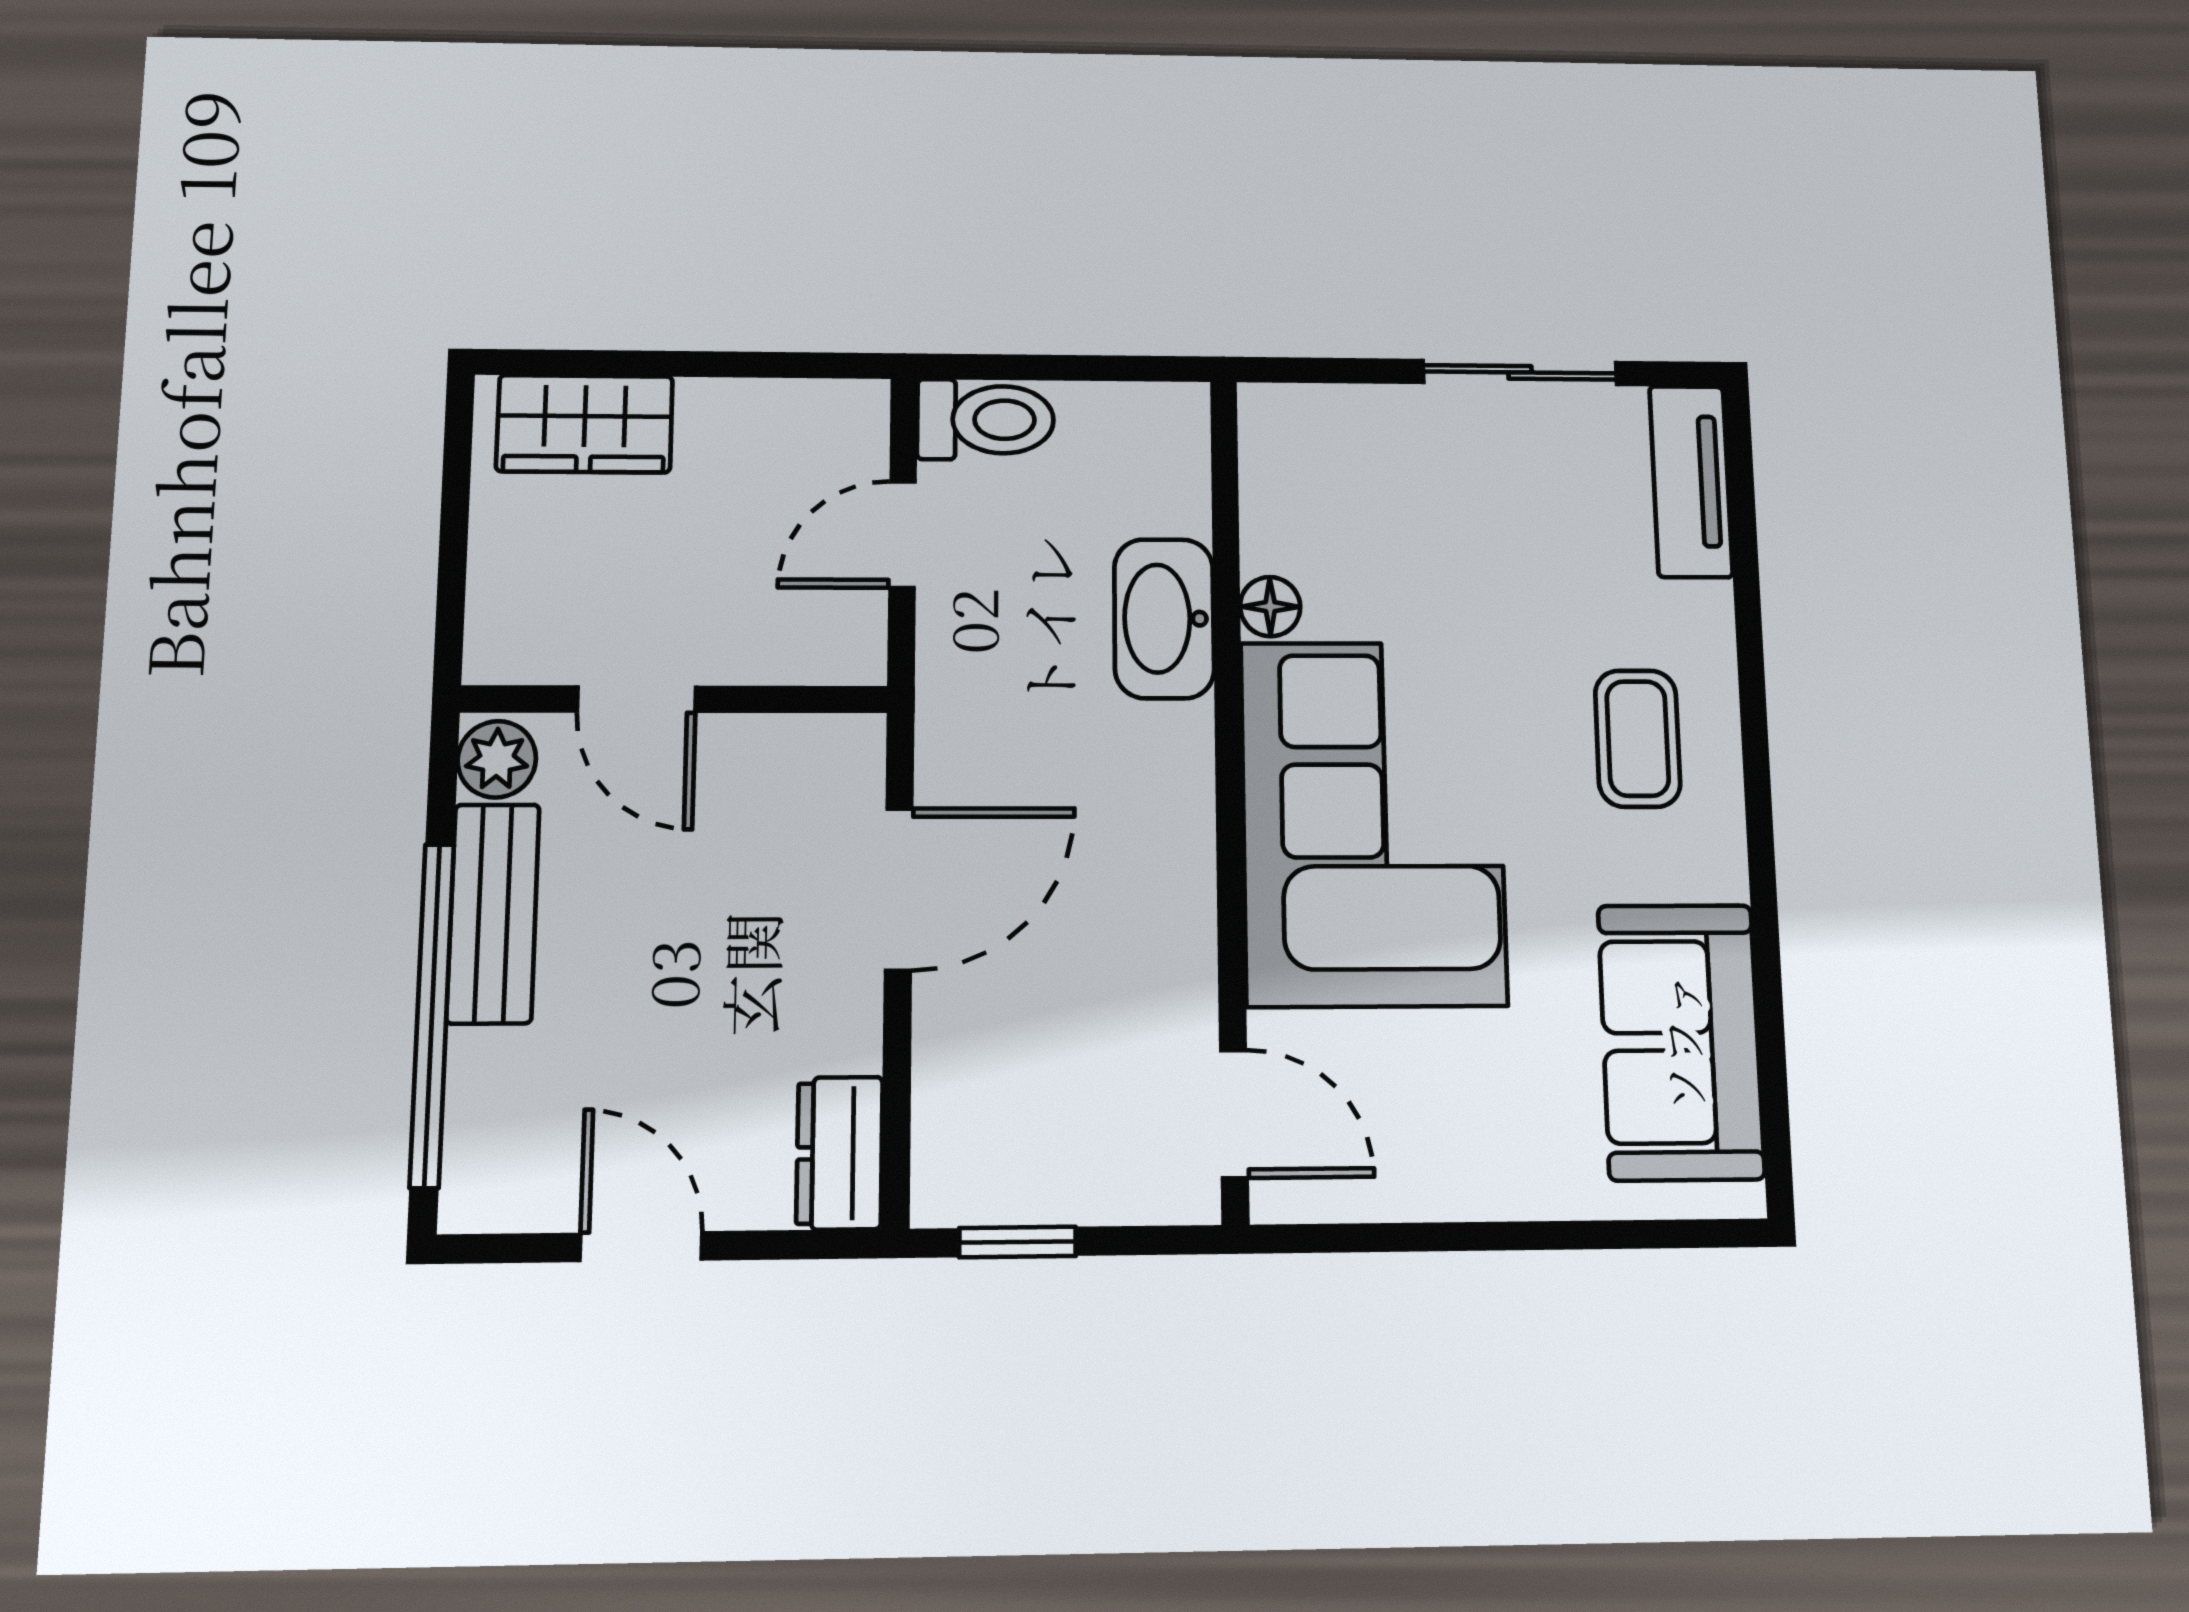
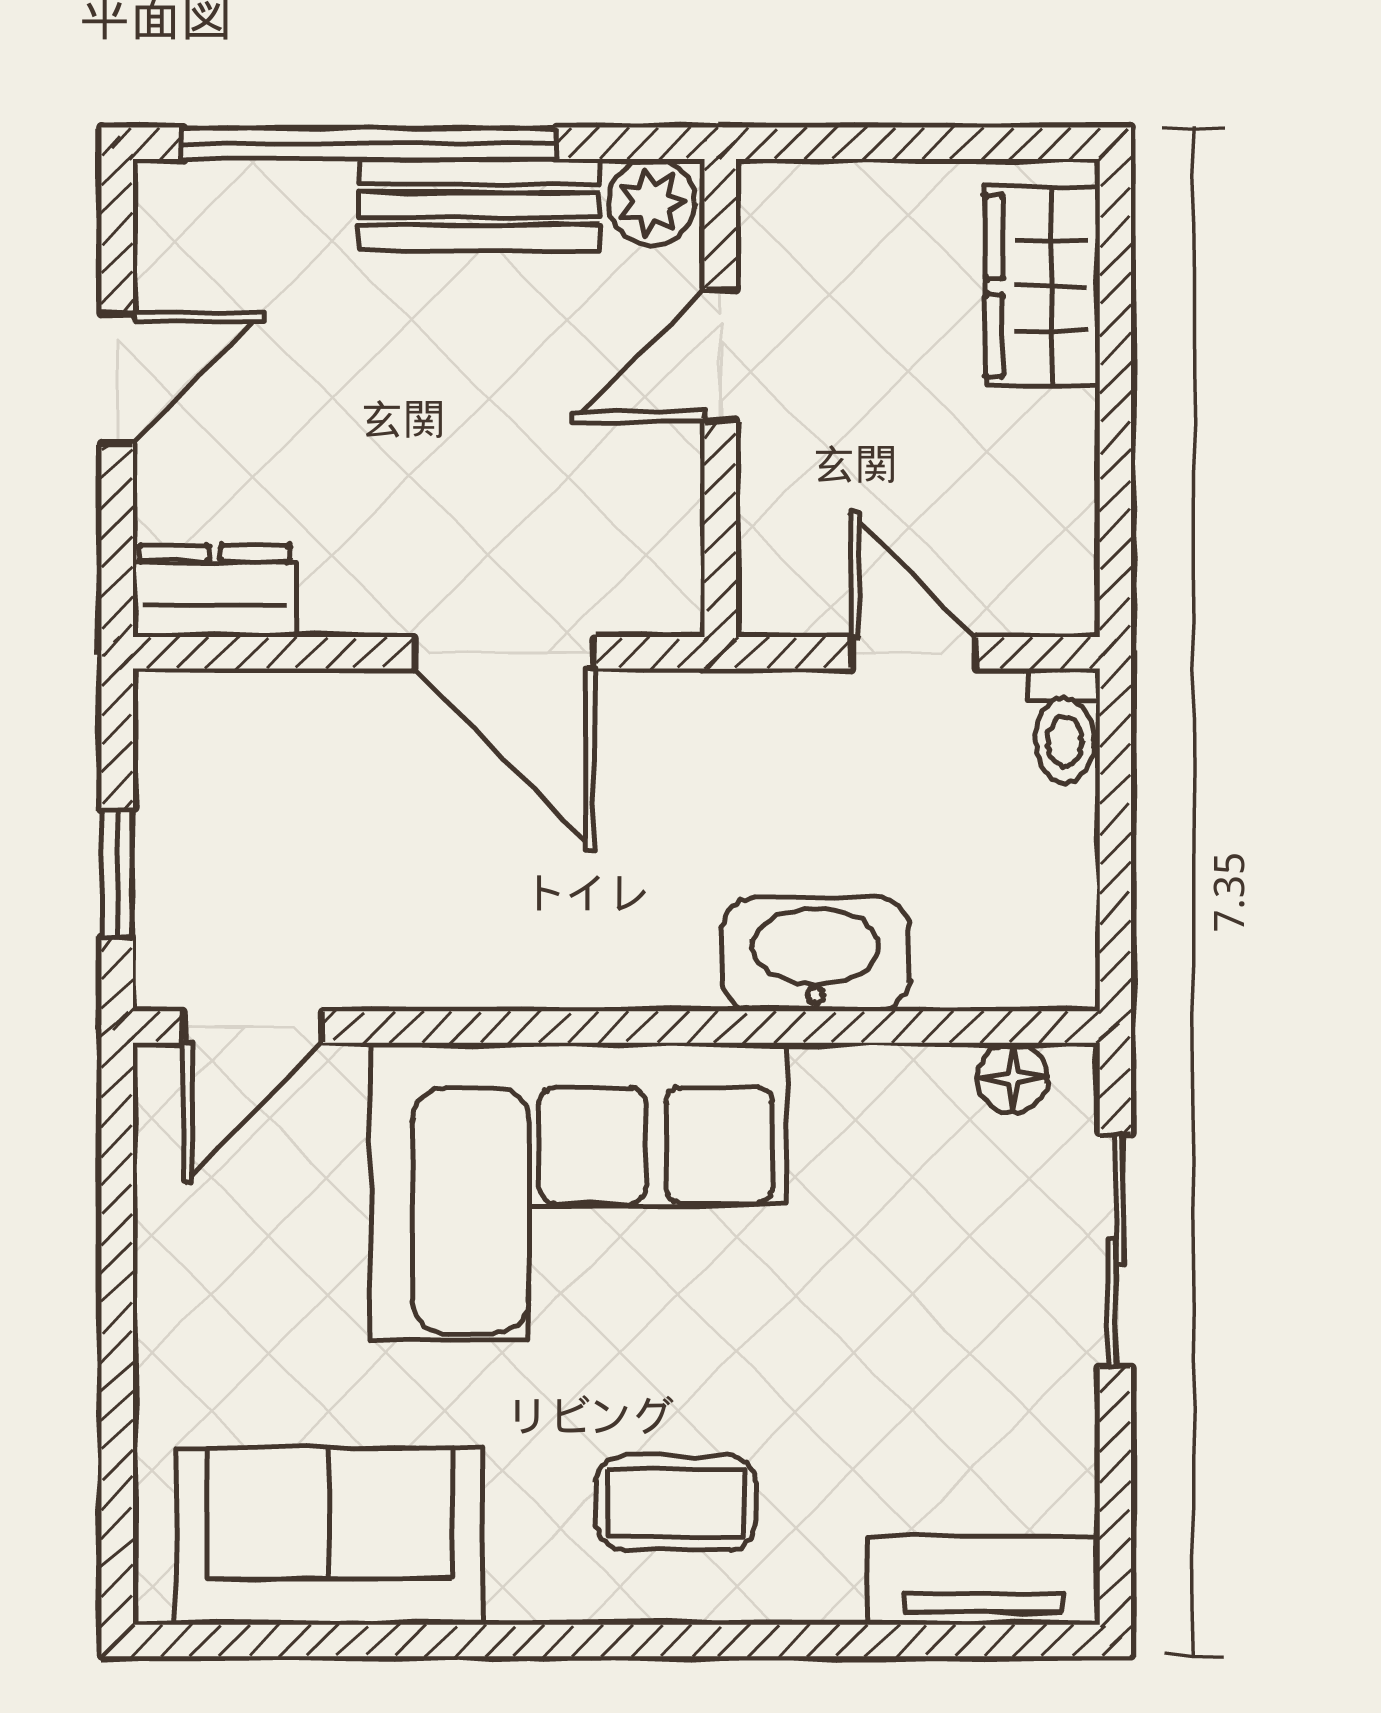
sliding door: (1520, 372) -> (1115, 1251), moved
toilet: (985, 420) -> (1065, 726), width x0.73, depth x0.72
floor lamp: (1270, 607) -> (1012, 1078), moved
window: (1018, 1242) -> (117, 874), moved

